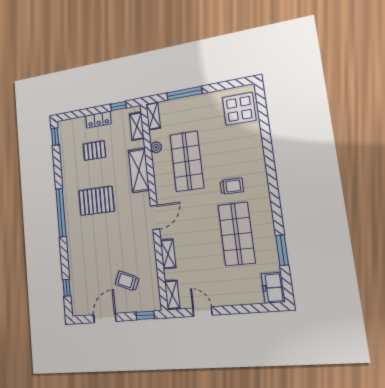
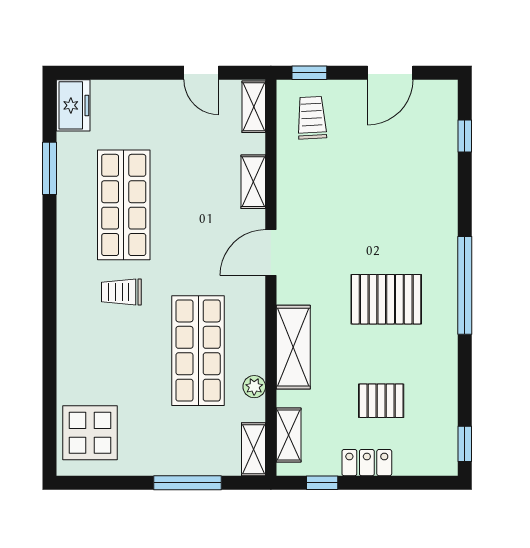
trolley: (127, 281) -> (312, 118), moved, turned -116

